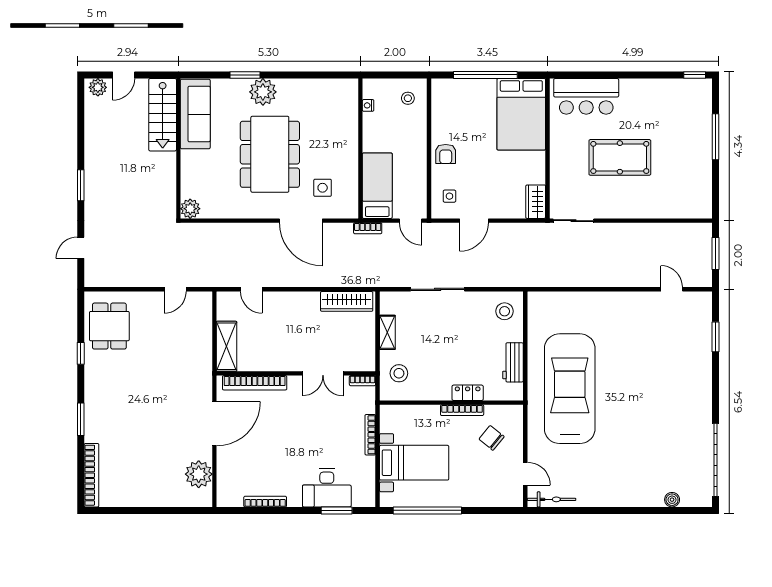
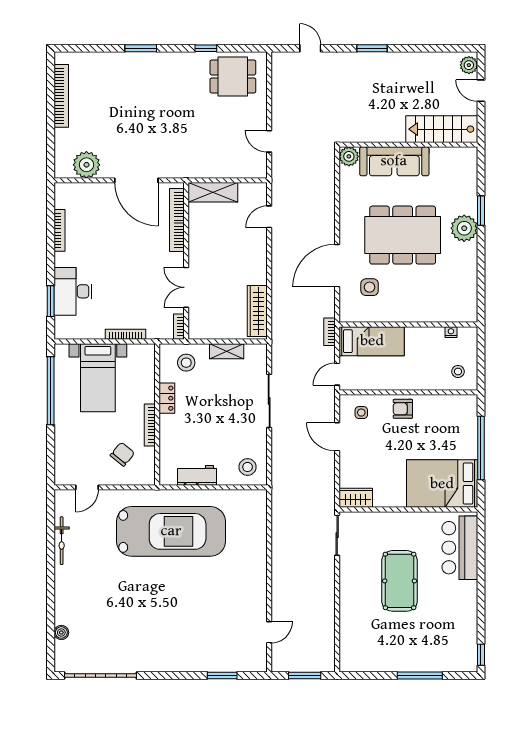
sofa: (195, 114) -> (394, 161), moved
locker: (468, 393) -> (167, 398), moved
bookcase: (91, 475) -> (61, 96), moved, turned -90
bicycle: (552, 499) -> (62, 541), moved

